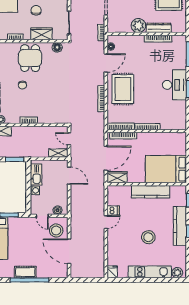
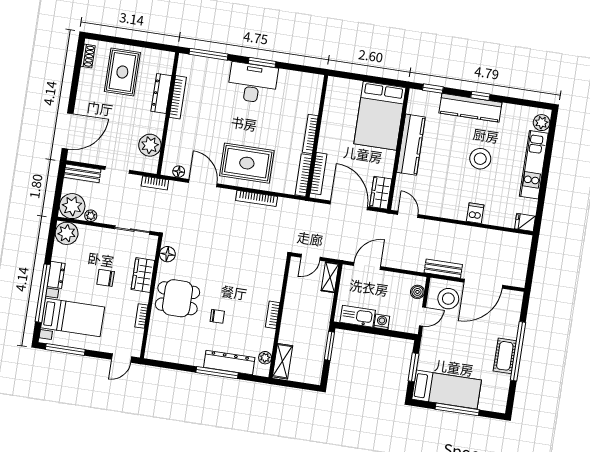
plant: (138, 26) -> (150, 145), moved
dishwasher: (113, 211) -> (475, 213), moved
door: (106, 222) -> (408, 214), moved
bench: (75, 224) -> (443, 269), added

